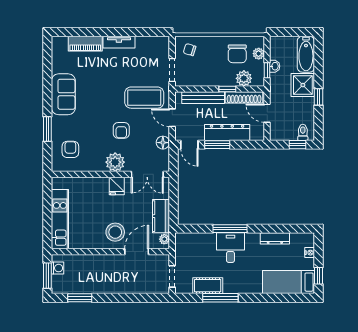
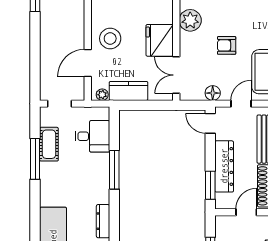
door: (189, 145) -> (210, 123), hinge flipped
window: (217, 145) -> (210, 185), moved
plant: (115, 162) -> (190, 20), moved
fridge: (117, 186) -> (160, 40), width x1.88, depth x1.34
desk: (230, 248) -> (92, 136), moved
door: (137, 252) -> (88, 63), swing flipped

